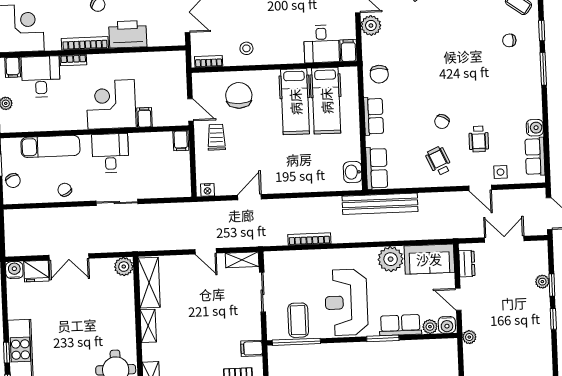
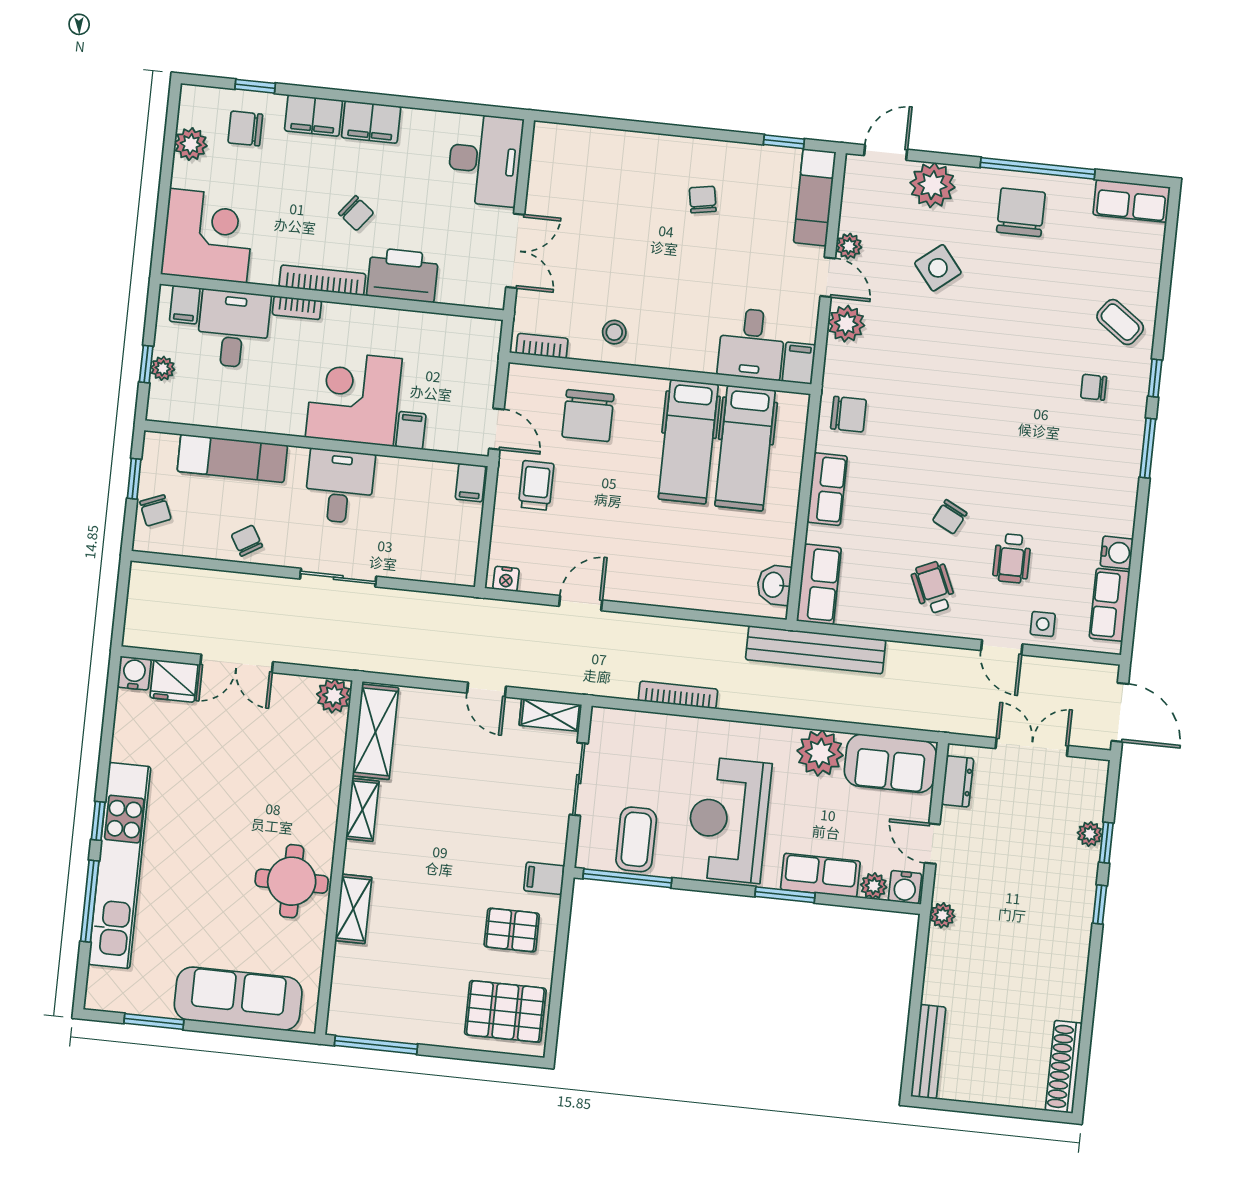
chair: (379, 74) -> (848, 414), turned -90
chair: (239, 95) -> (588, 416), turned 180

